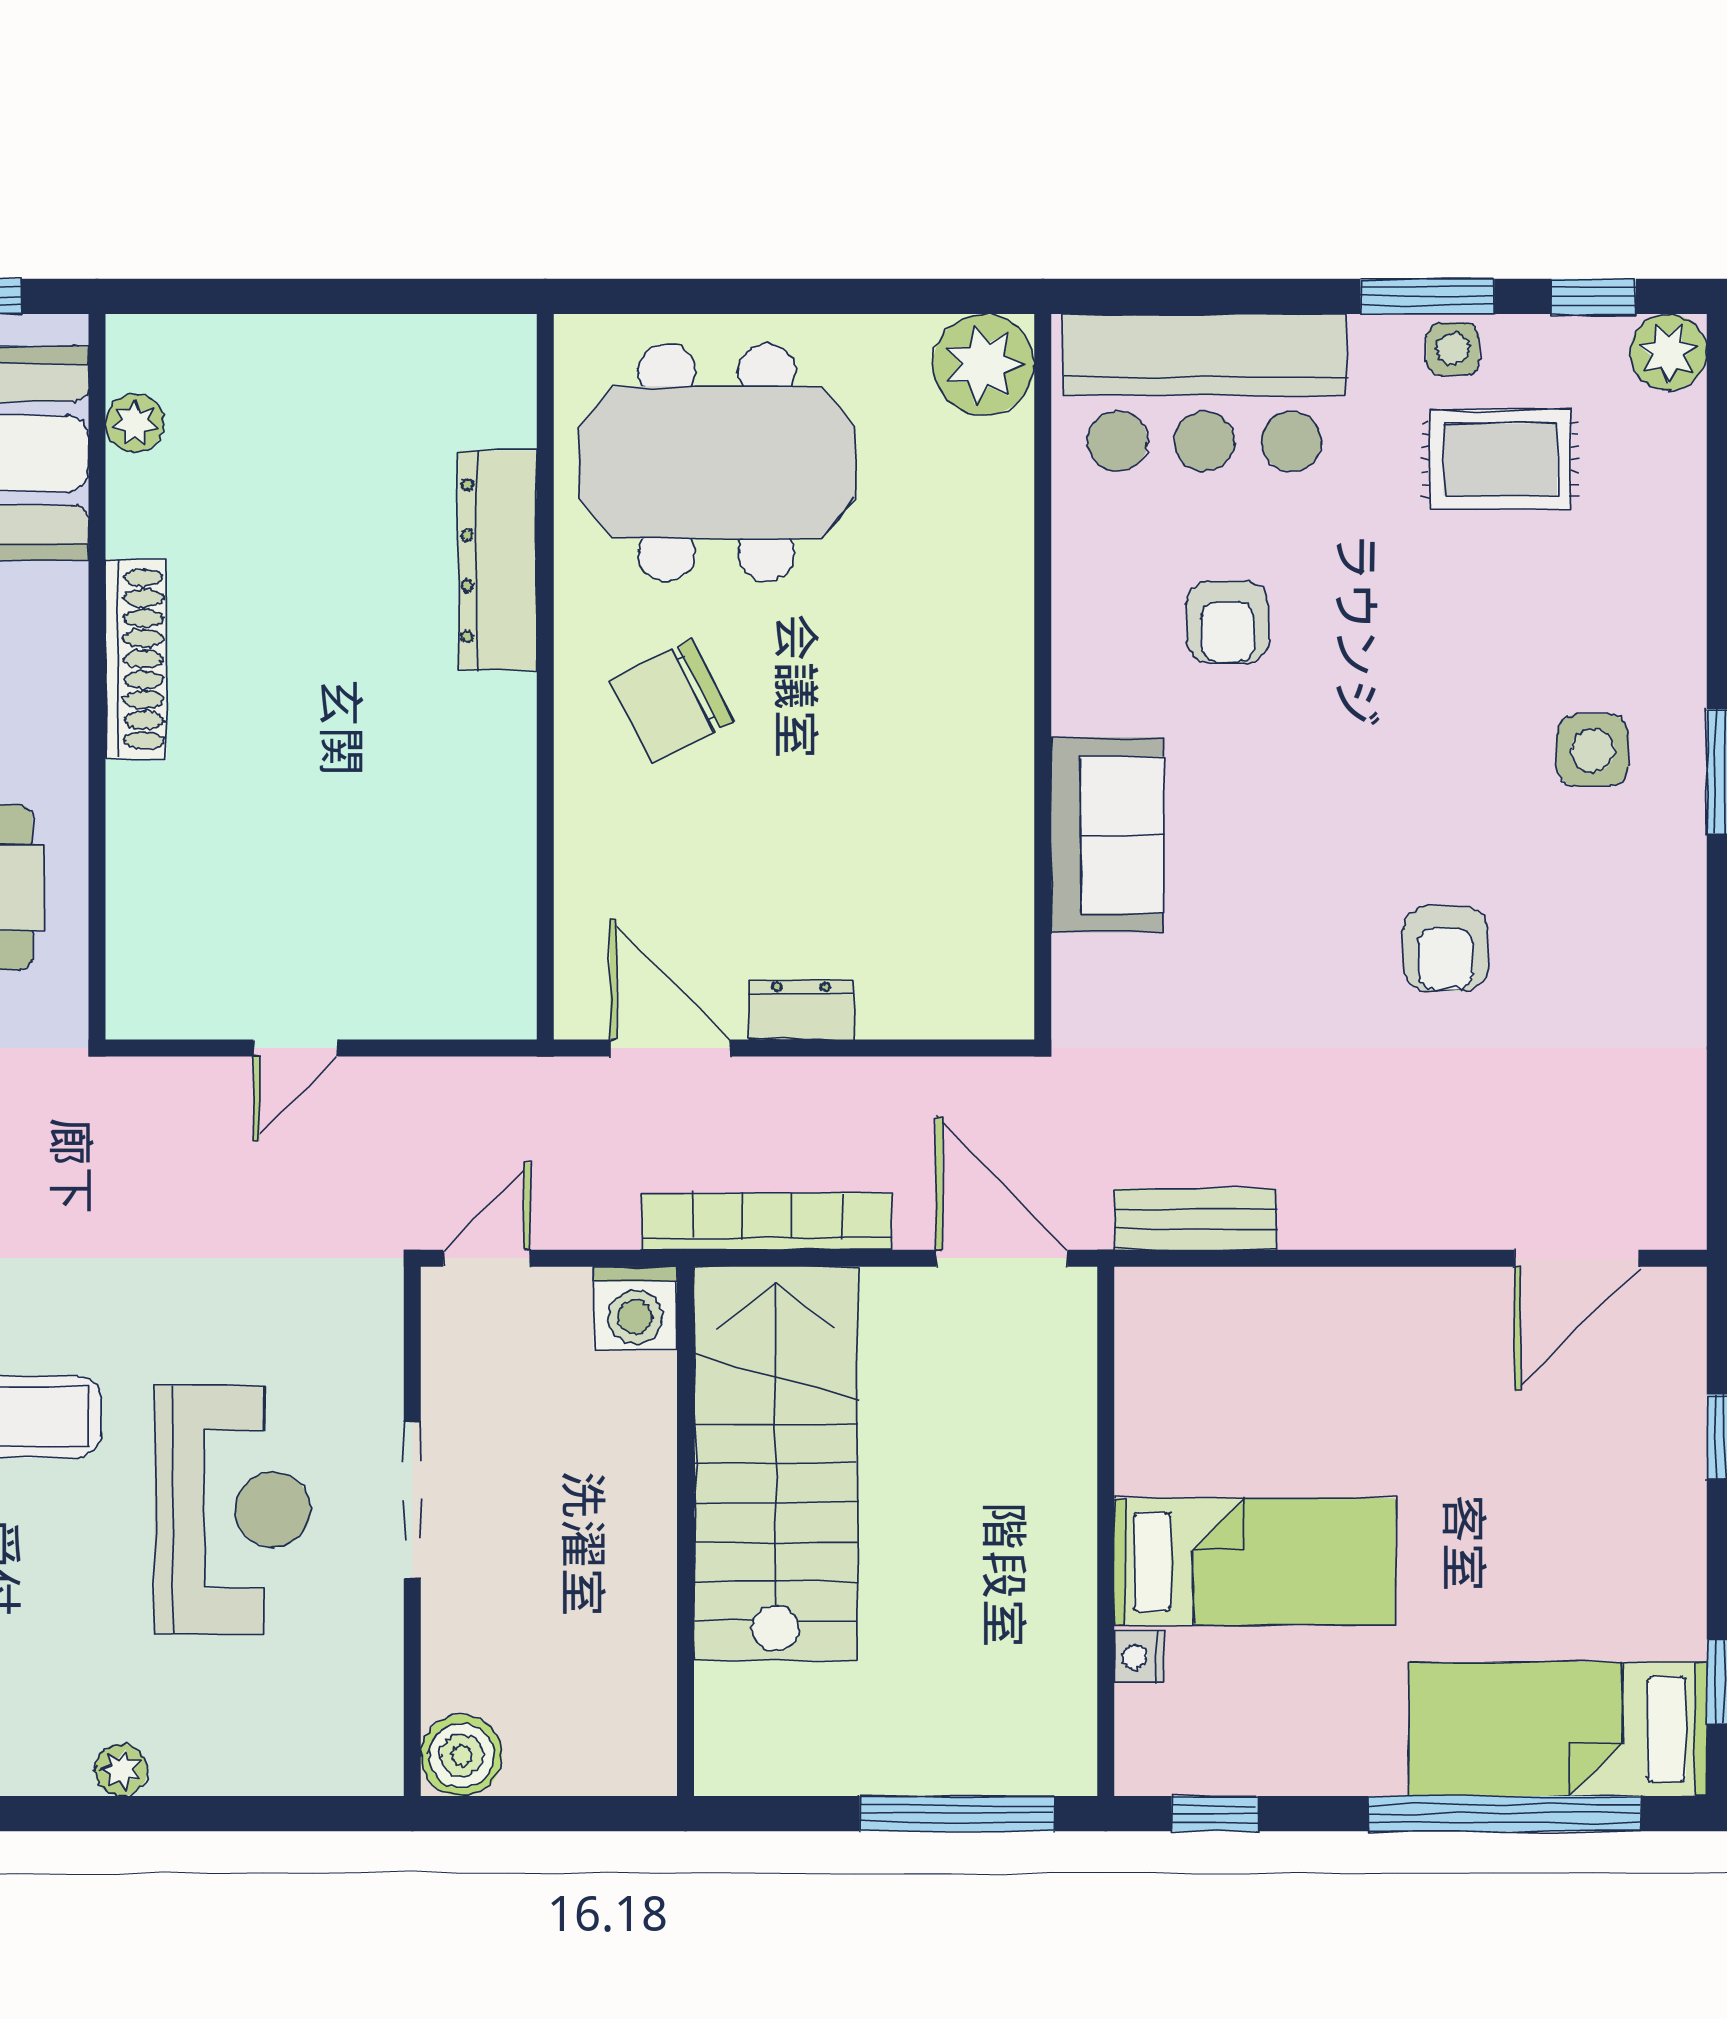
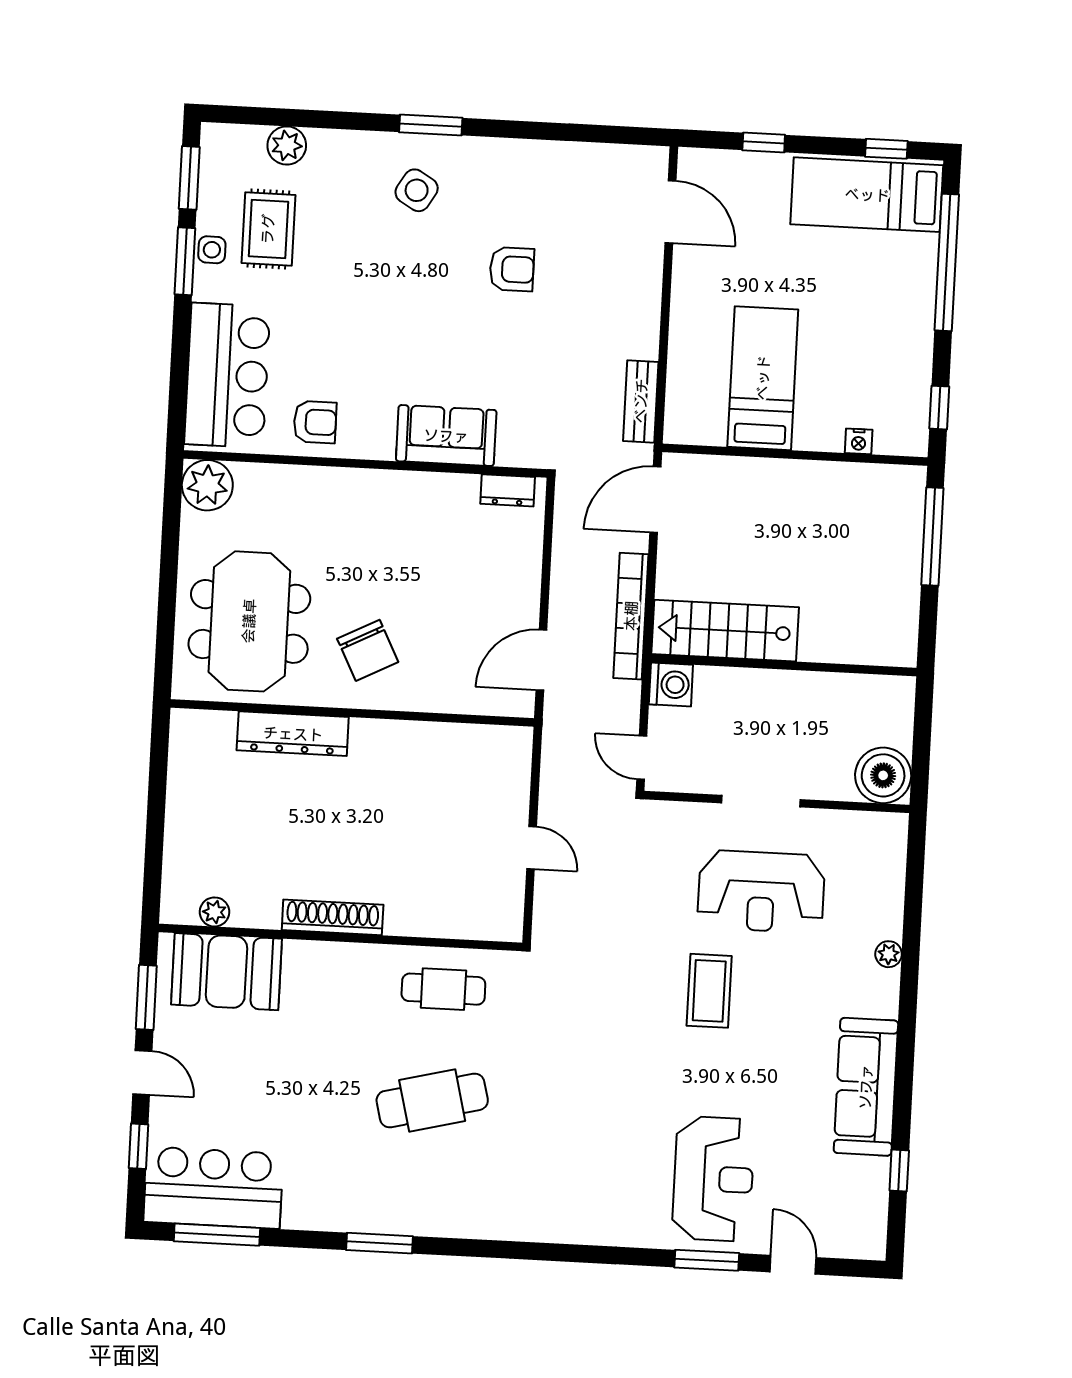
window: (1594, 296) -> (189, 178), width x1.50
plant: (1668, 352) -> (287, 146), moved
armchair: (1228, 622) -> (315, 422), moved
side table: (1593, 750) -> (417, 190), turned 31
dresser: (801, 1010) -> (508, 490), moved, turned -90
stairs: (776, 1463) -> (725, 631), width x0.73, depth x0.66
reception desk: (232, 1510) -> (761, 891), turned 180
bed: (1255, 1562) -> (763, 378), moved
bed: (1558, 1729) -> (867, 195), moved, turned 90
boiler: (461, 1755) -> (883, 775), width x1.37, depth x1.37

